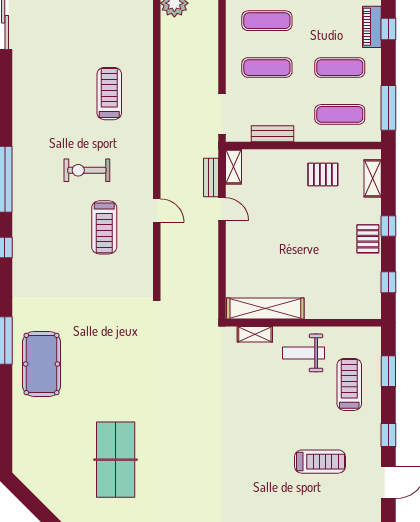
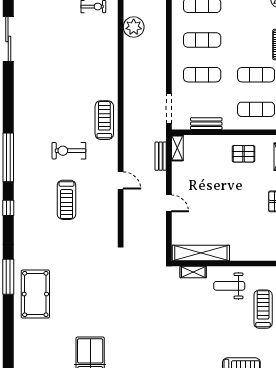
treadmill: (109, 94) -> (104, 120), moved
door: (222, 209) -> (169, 203), moved
treadmill: (104, 227) -> (66, 200), moved

